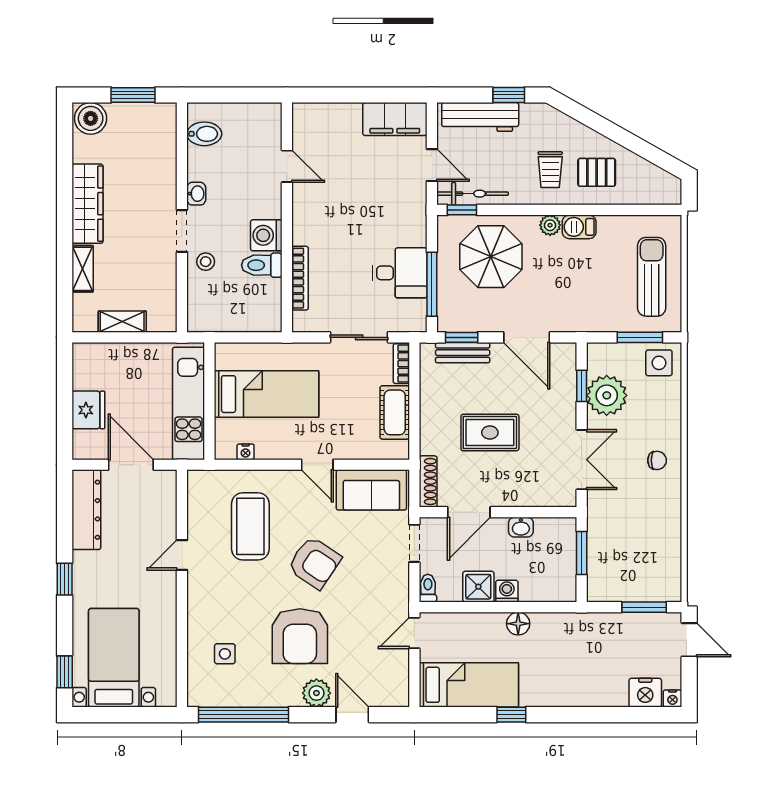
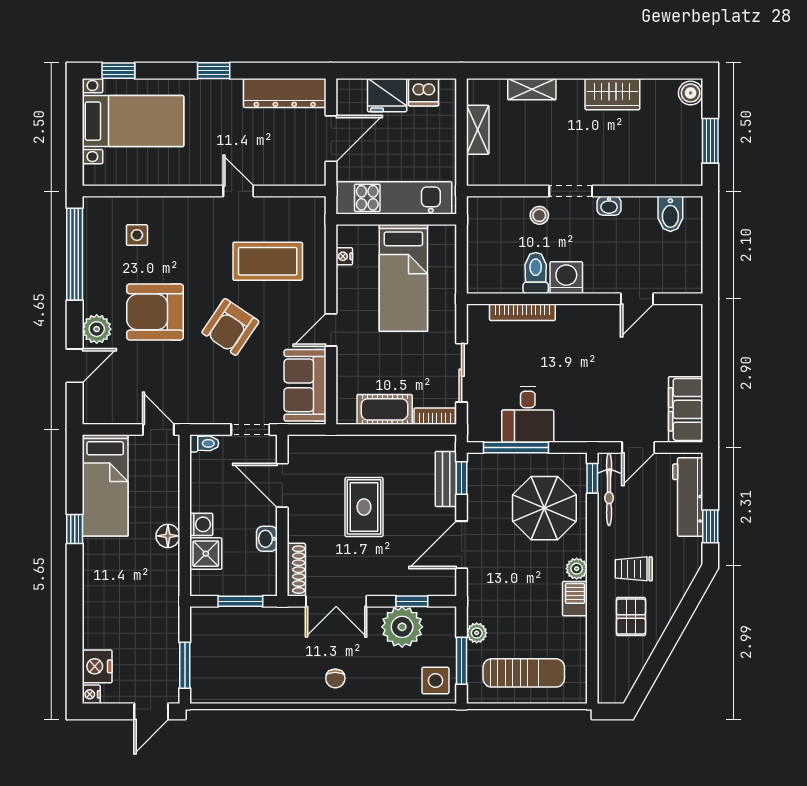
boiler: (91, 118) -> (691, 93), width x0.73, depth x0.73
wardrobe: (87, 204) -> (612, 94), width x0.67
plant: (613, 323) -> (477, 633), added
dishwasher: (86, 375) -> (423, 92), added
shoe rack: (428, 481) -> (296, 570), moved, turned -90
shower: (478, 587) -> (206, 554), moved

